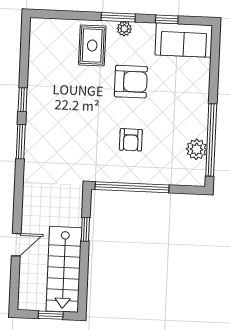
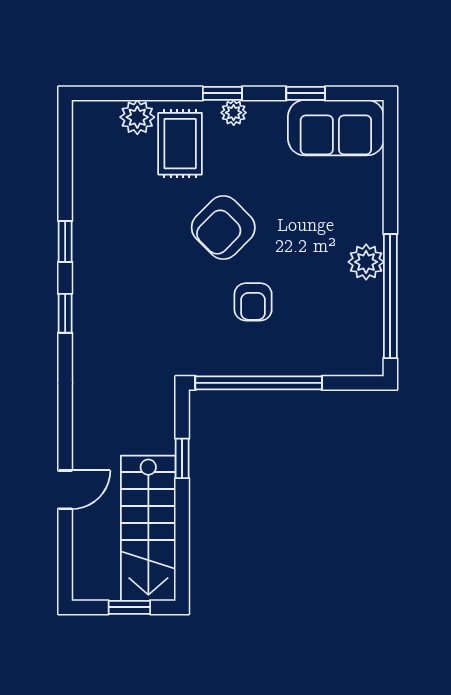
window: (118, 17) -> (222, 93), width x0.67
plant: (68, 29) -> (137, 117), added
armchair: (131, 82) -> (223, 227), moved, turned 135
window: (21, 142) -> (65, 313), width x0.67
plant: (197, 149) -> (366, 262), moved

